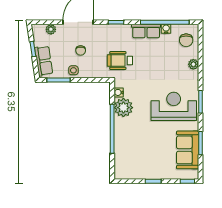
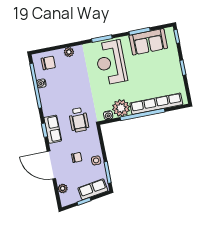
row of seats: (146, 31) -> (53, 129), moved
row of seats: (121, 146) -> (156, 104), added

